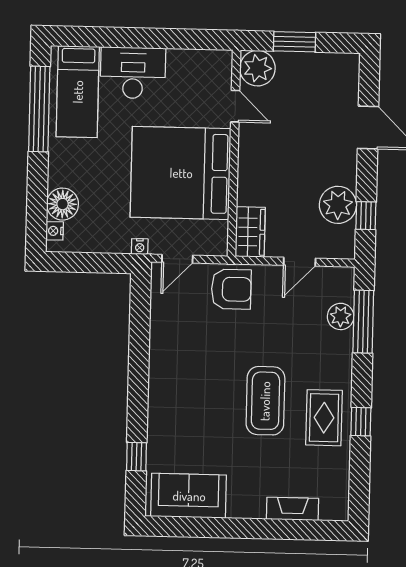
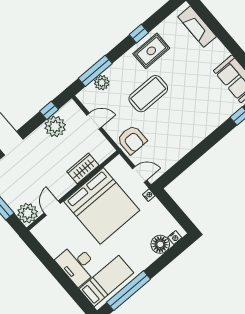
wardrobe: (250, 232) -> (83, 168), moved
armchair: (231, 289) -> (132, 140), turned 180
coffee table: (265, 401) -> (148, 94), moved
fireplace: (293, 509) -> (197, 27), width x1.37, depth x1.32

